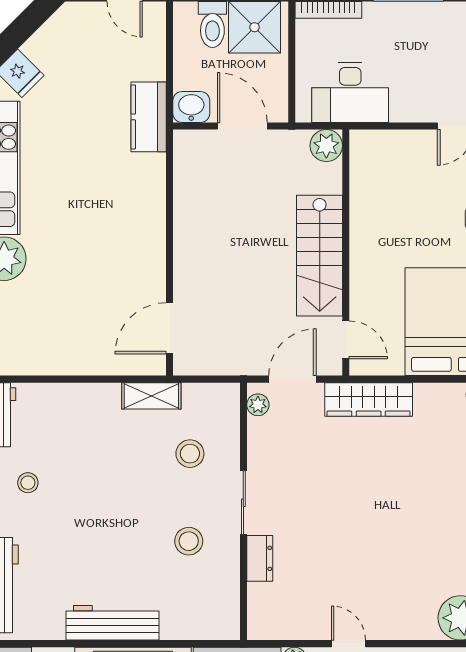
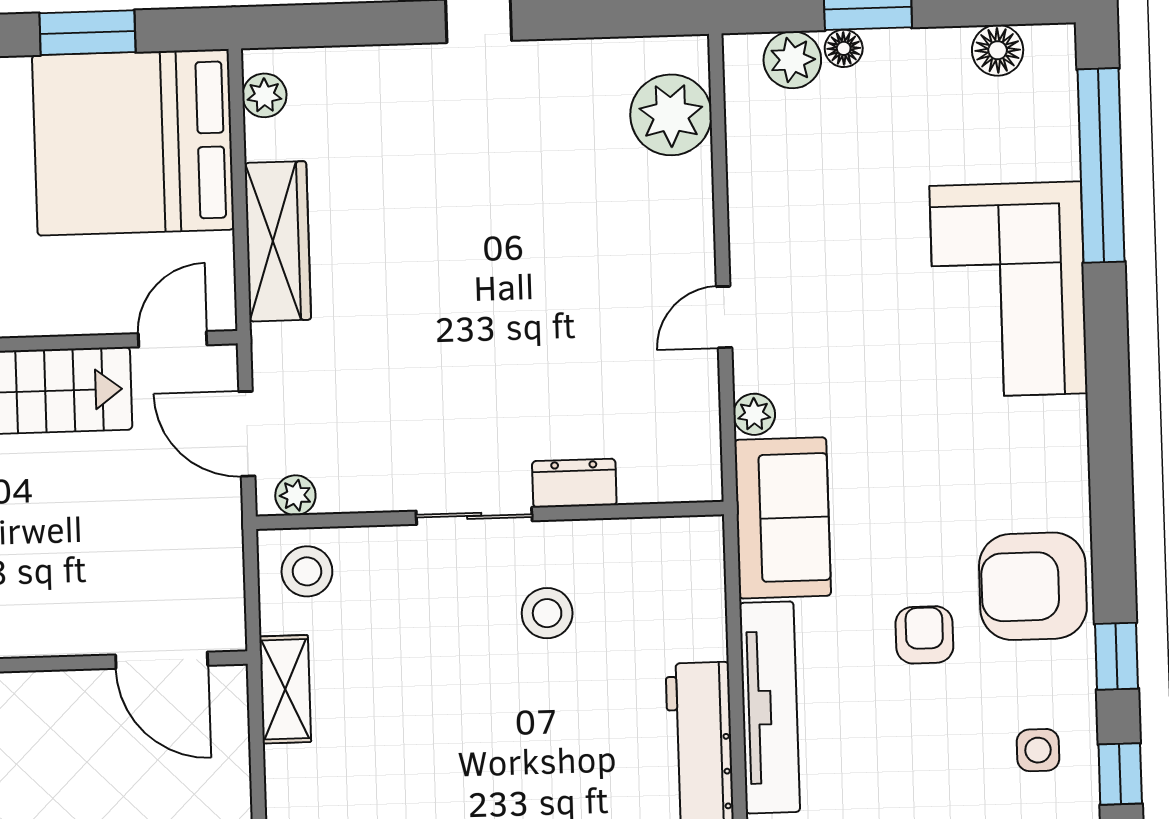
wardrobe: (369, 399) -> (278, 241), moved
stool: (190, 454) -> (307, 571), moved

